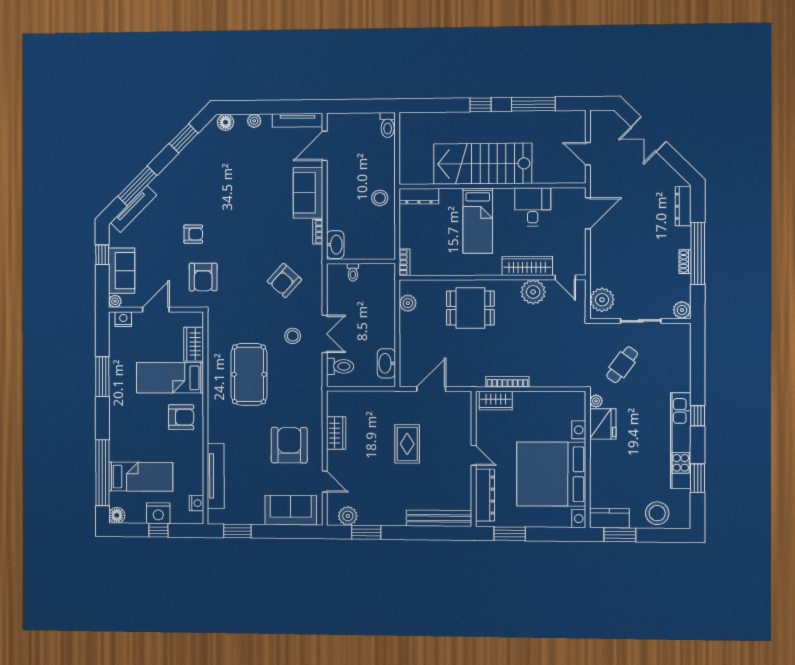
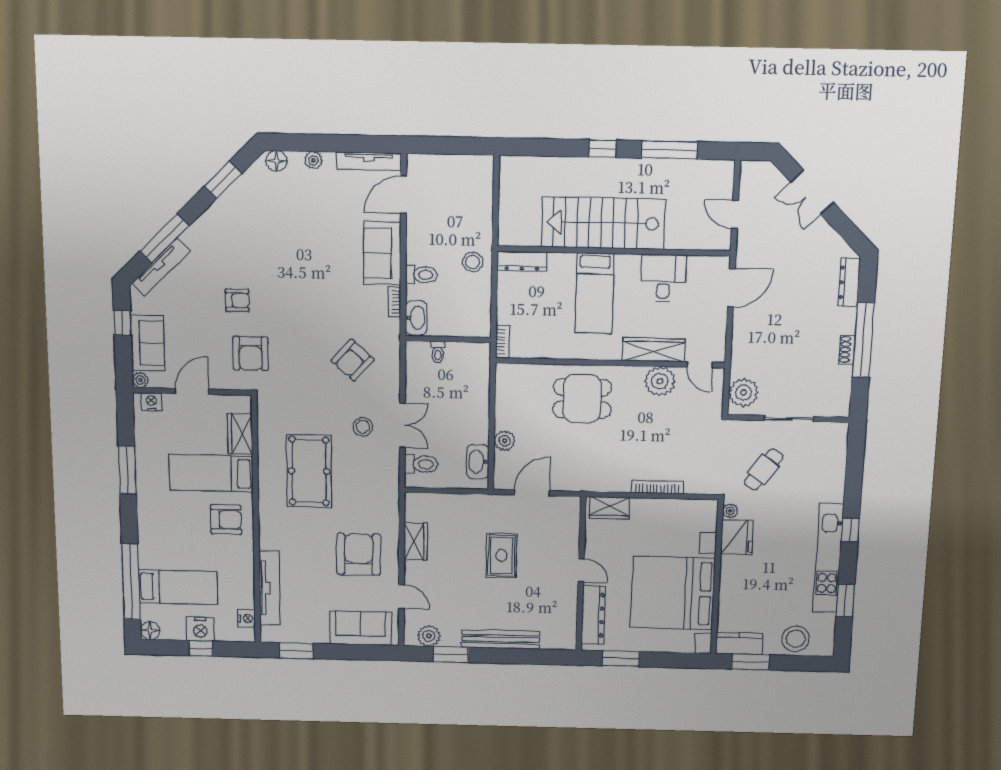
toilet: (388, 125) -> (421, 275), moved, turned -90
plant: (408, 303) -> (505, 441), moved
plant: (682, 310) -> (840, 407), removed
bookcase: (507, 382) -> (657, 487), moved
bench: (439, 518) -> (501, 639), moved

